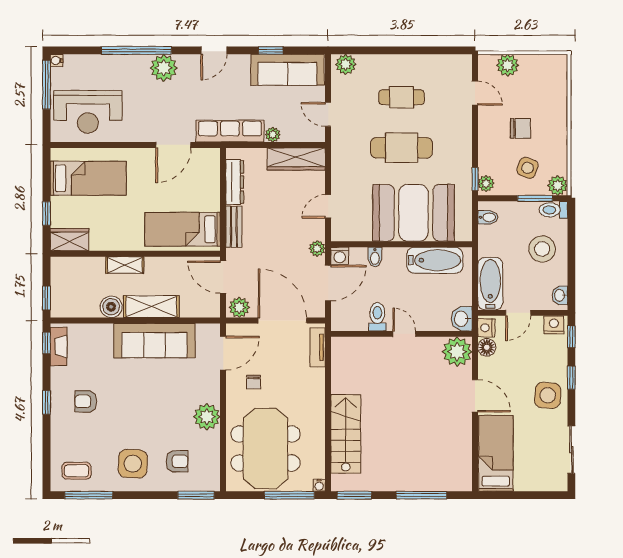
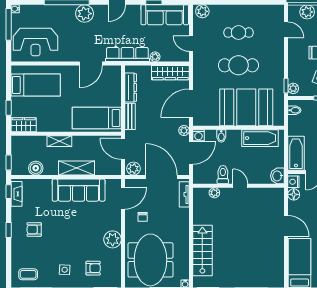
door: (328, 206) -> (191, 103), width x1.88
boiler: (111, 307) -> (36, 168), moved
plant: (457, 352) -> (214, 193), moved, width x0.53, depth x0.53
side table: (133, 464) -> (65, 270), width x0.54, depth x0.54

